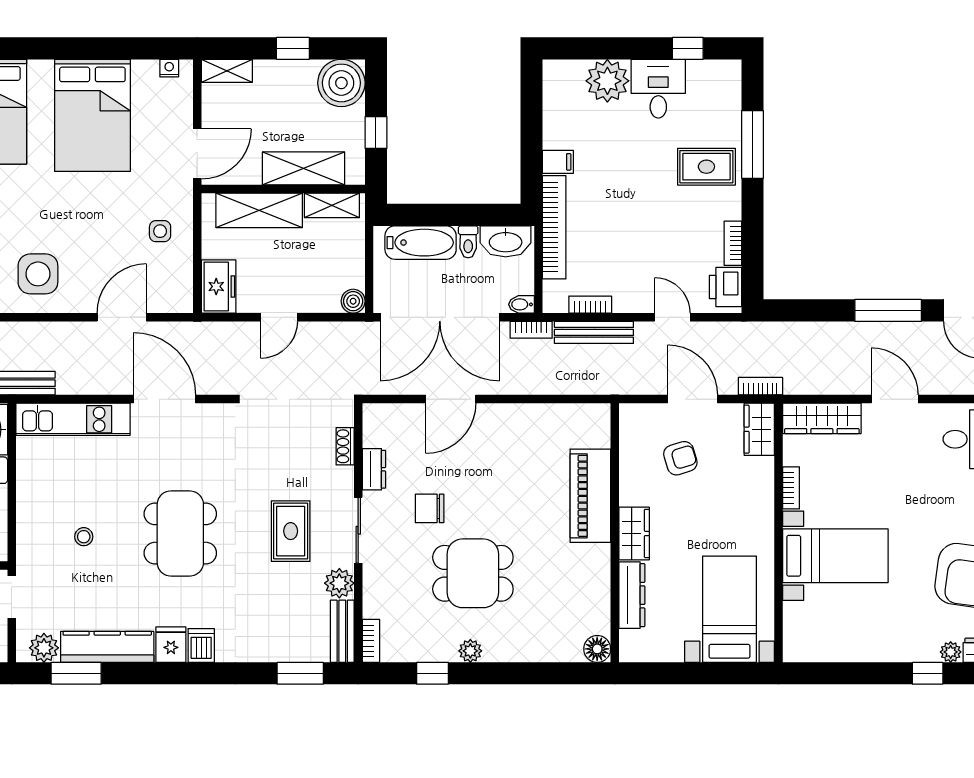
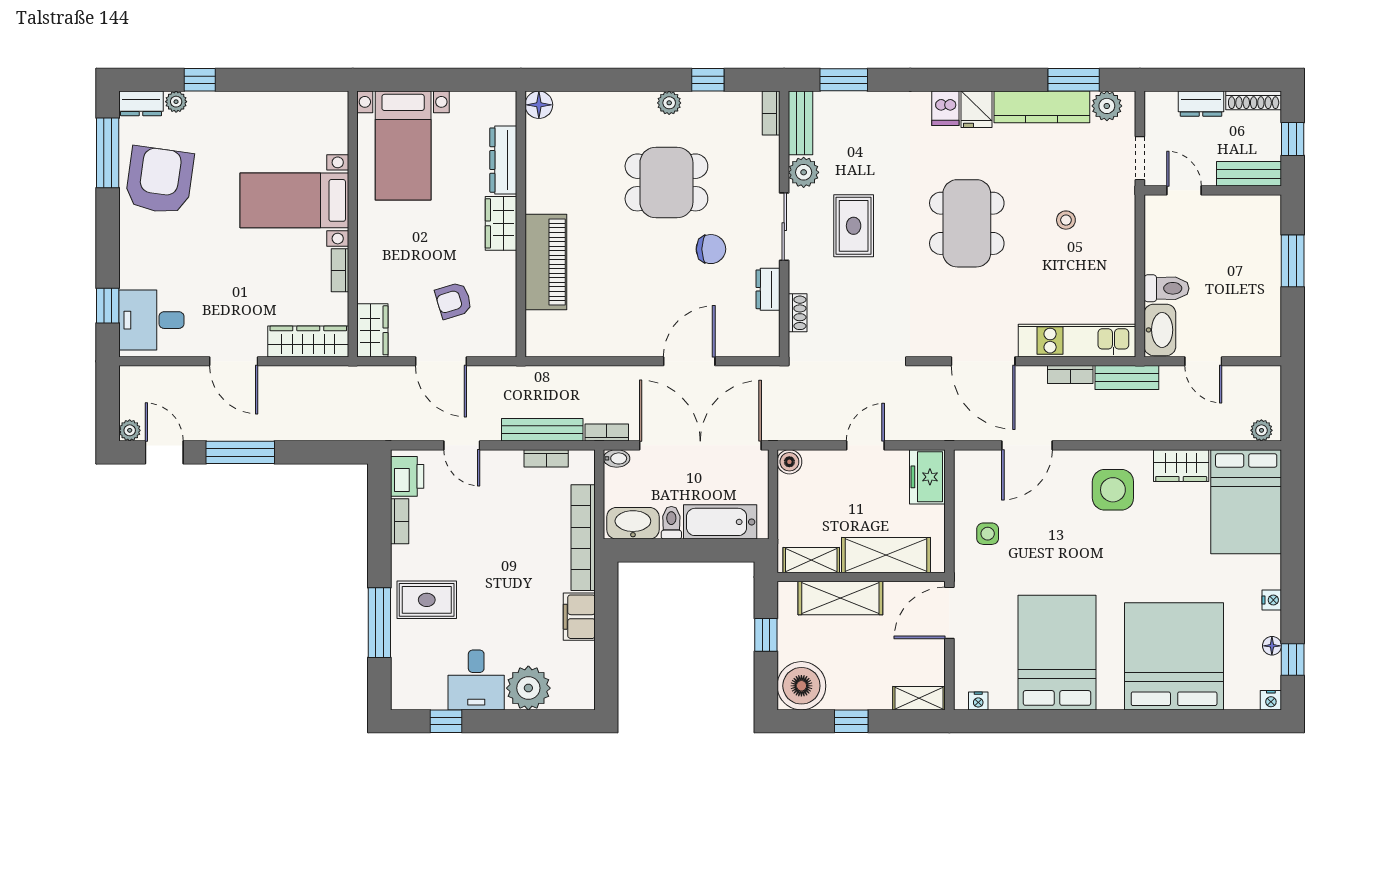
filing cabinet: (558, 162) -> (579, 617), width x2.00
bookcase: (760, 386) -> (1070, 375), moved

